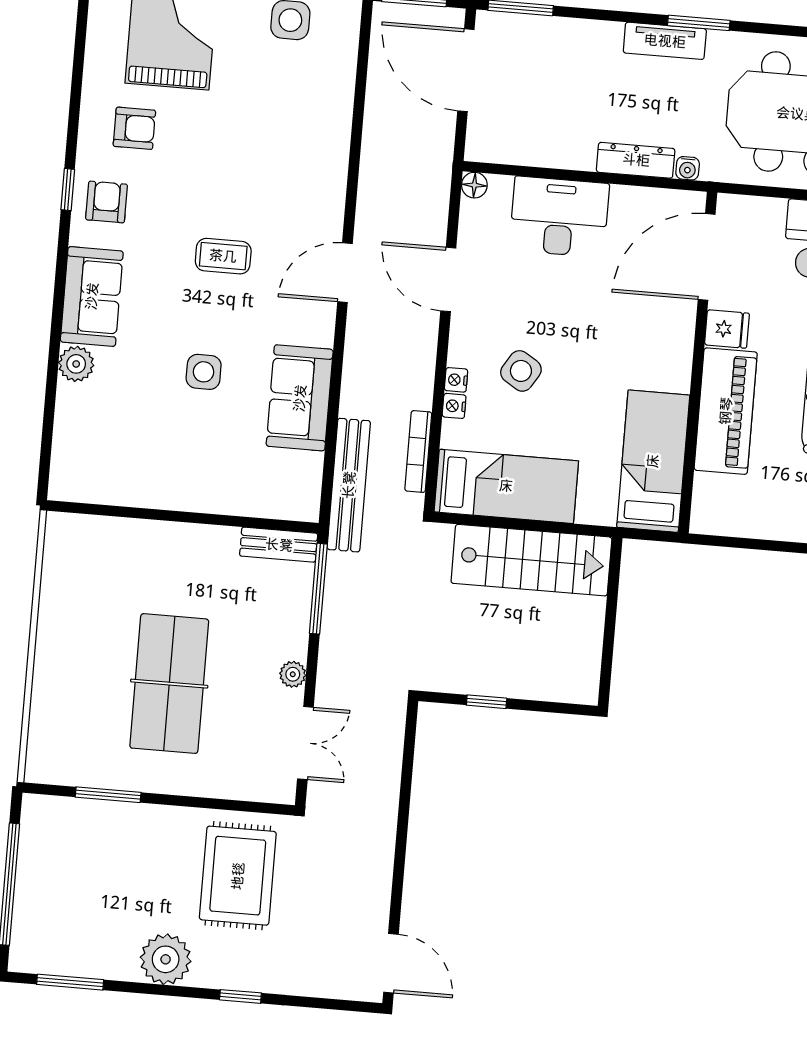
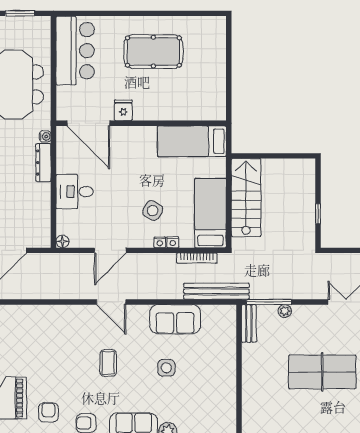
desk: (559, 217) -> (75, 192), width x0.73
piano: (726, 411) -> (164, 107), removed
plant: (293, 674) -> (285, 311), moved

